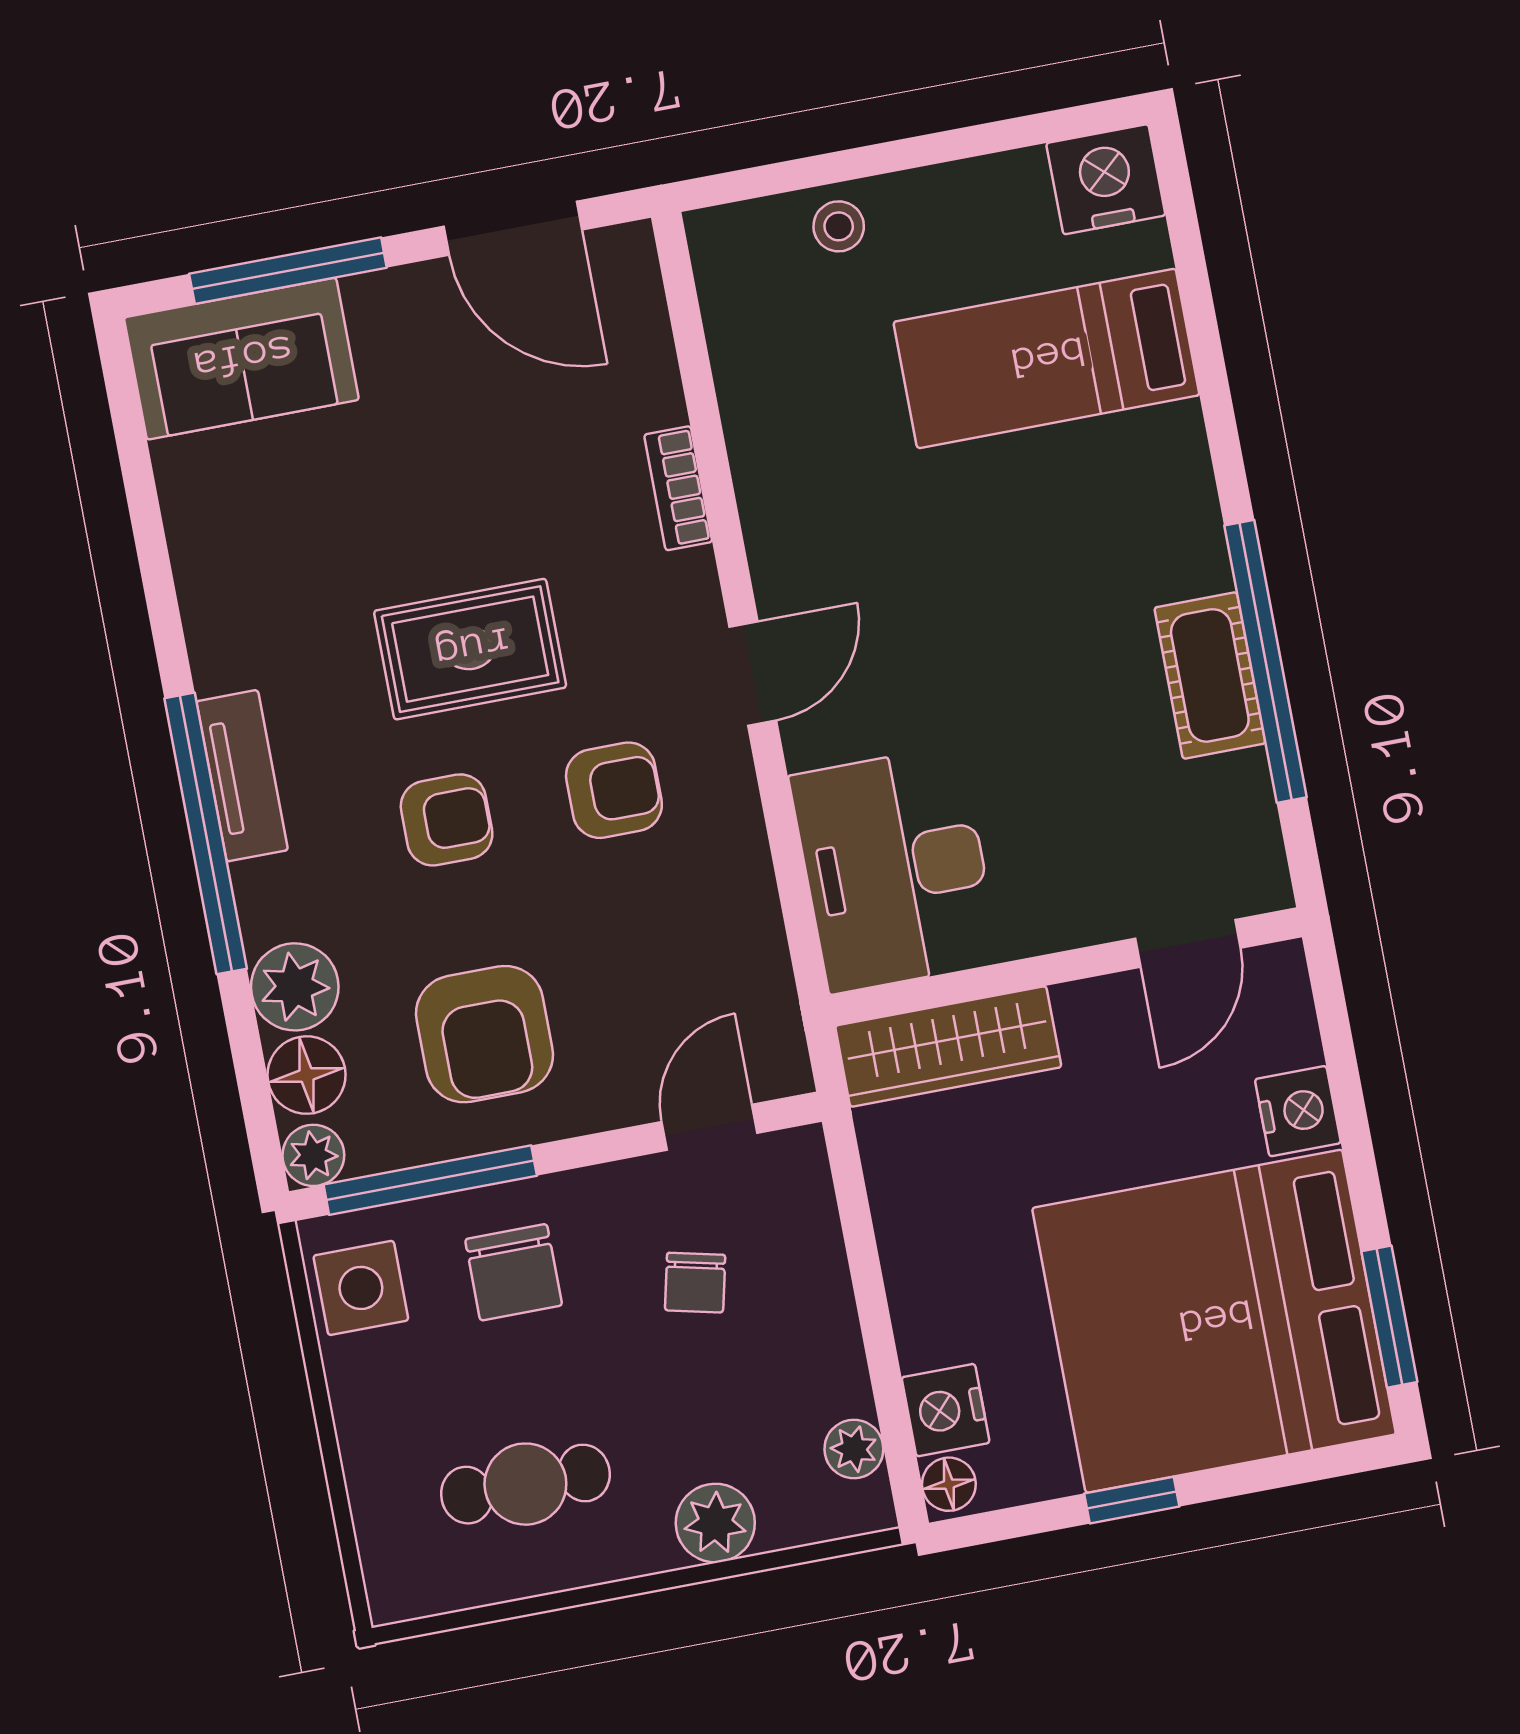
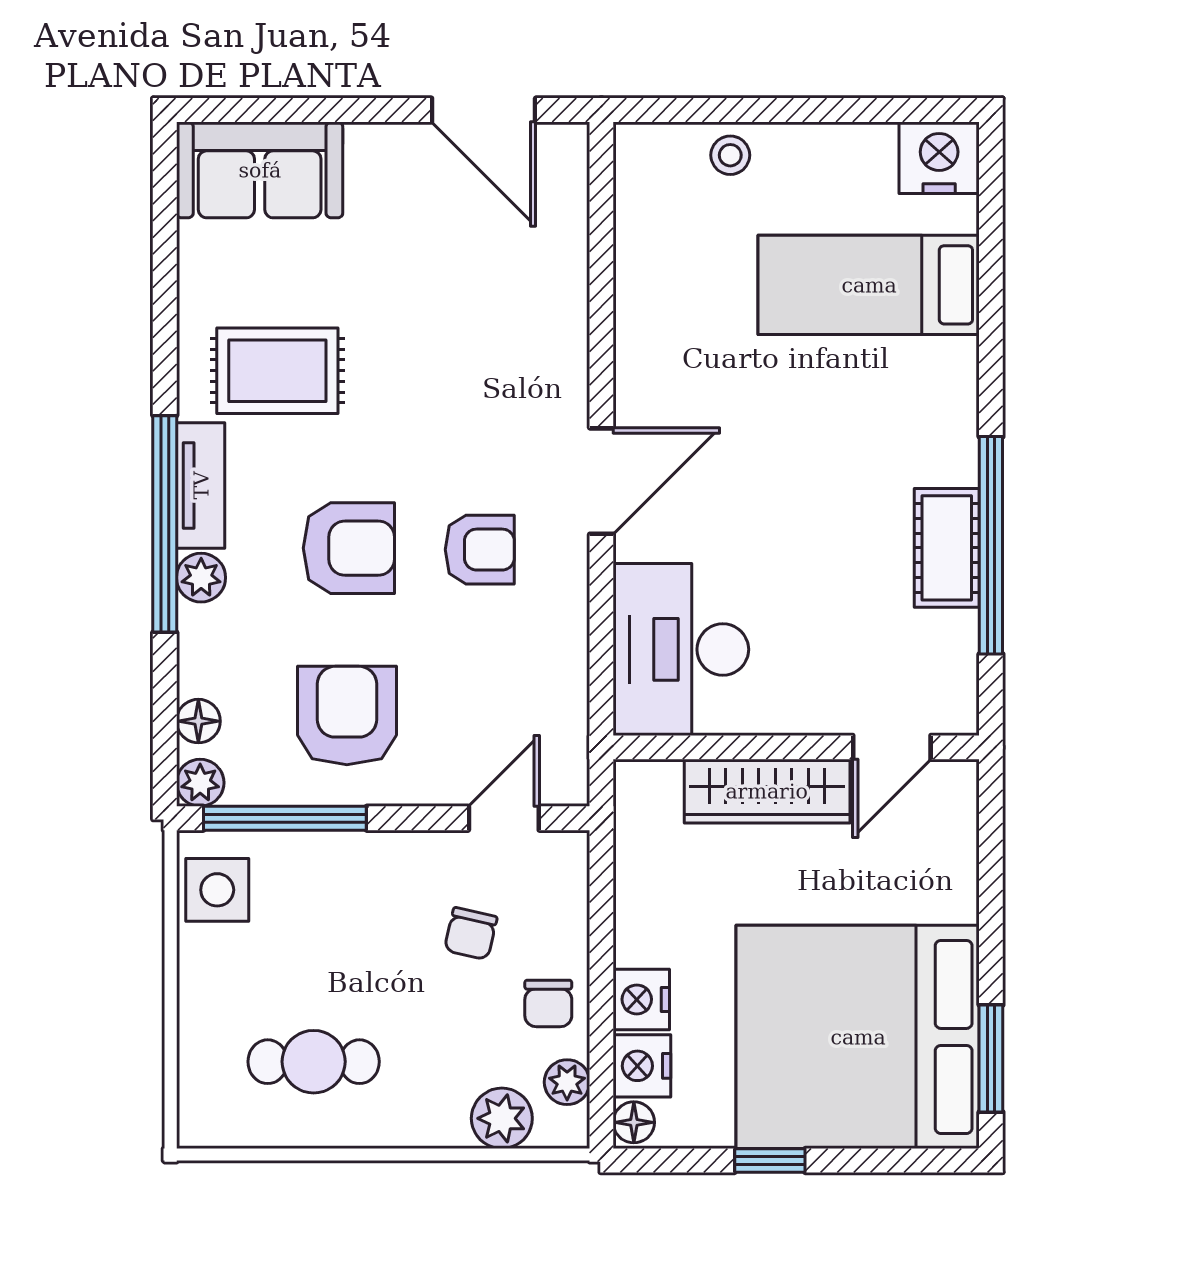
window: (288, 271) -> (307, 110), removed
bookcase: (678, 488) -> (571, 330), removed
rug: (470, 649) -> (277, 371), moved
door: (753, 673) -> (601, 481), width x1.38
armchair: (447, 820) -> (349, 548), width x1.38, depth x1.38
plant: (295, 987) -> (201, 578), moved, width x0.73, depth x0.73
armchair: (485, 1034) -> (347, 716), turned 180
wardrobe: (948, 1046) -> (767, 791), moved
floor lamp: (307, 1075) -> (198, 721), width x0.73, depth x0.73
nightstand: (1298, 1111) -> (641, 999), moved, turned 180
chair: (514, 1272) -> (548, 1003), moved, width x0.73, depth x0.73
plant: (715, 1523) -> (502, 1118), moved

